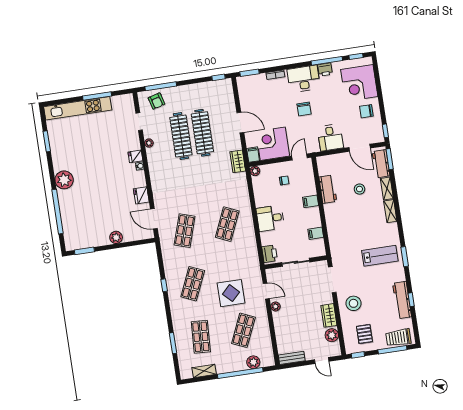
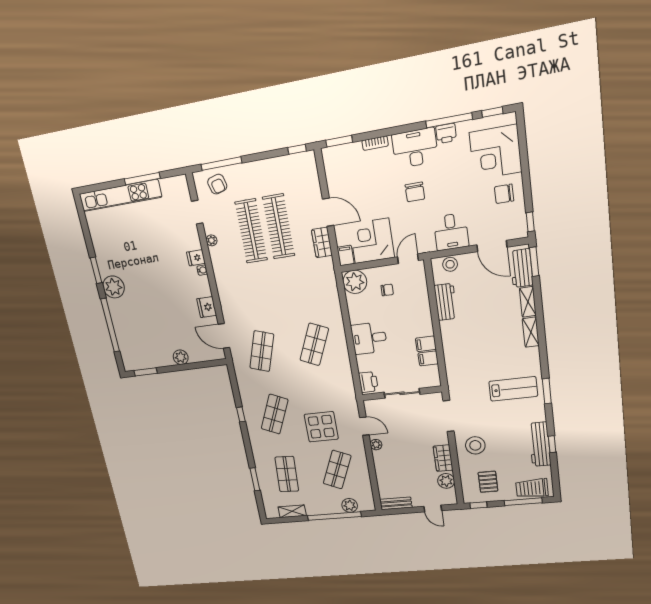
window: (47, 141) -> (96, 270), moved
wardrobe: (238, 161) -> (322, 242), moved
plant: (255, 171) -> (355, 282), width x1.88, depth x1.88
stool: (359, 189) -> (450, 264), moved
filing cabinet: (311, 201) -> (426, 344), moved

